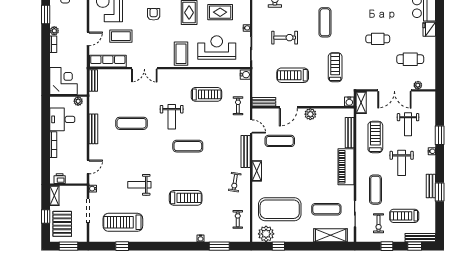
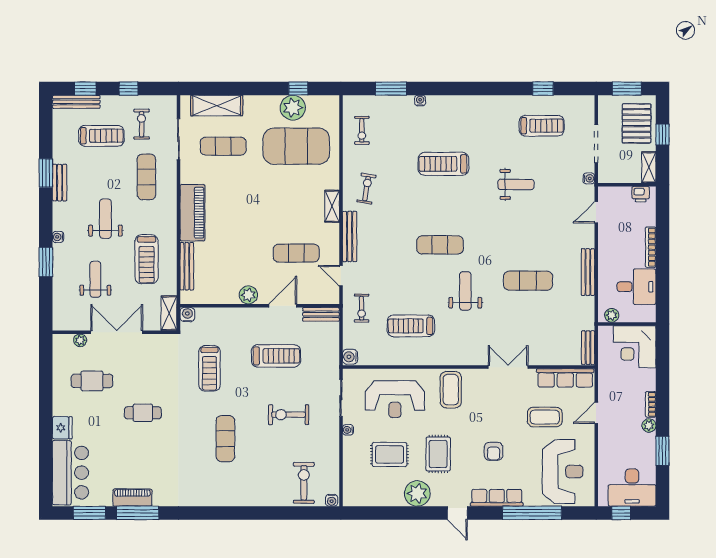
treadmill: (123, 222) -> (542, 126), width x0.73, depth x0.73
plant: (266, 234) -> (293, 108), moved

